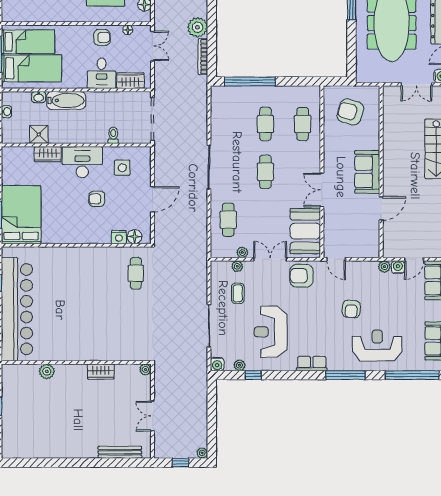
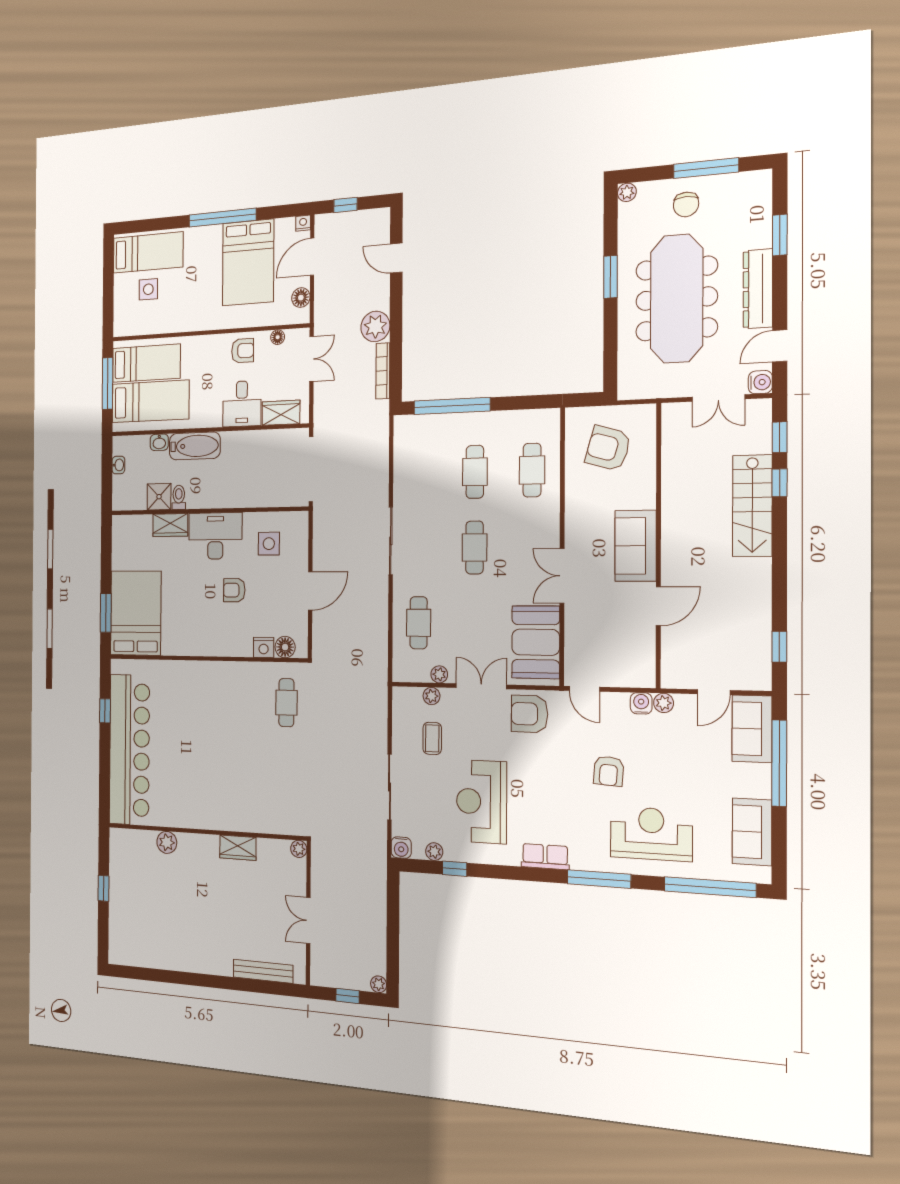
toilet: (113, 135) -> (179, 497), moved
water cooler: (398, 267) -> (641, 703), moved

